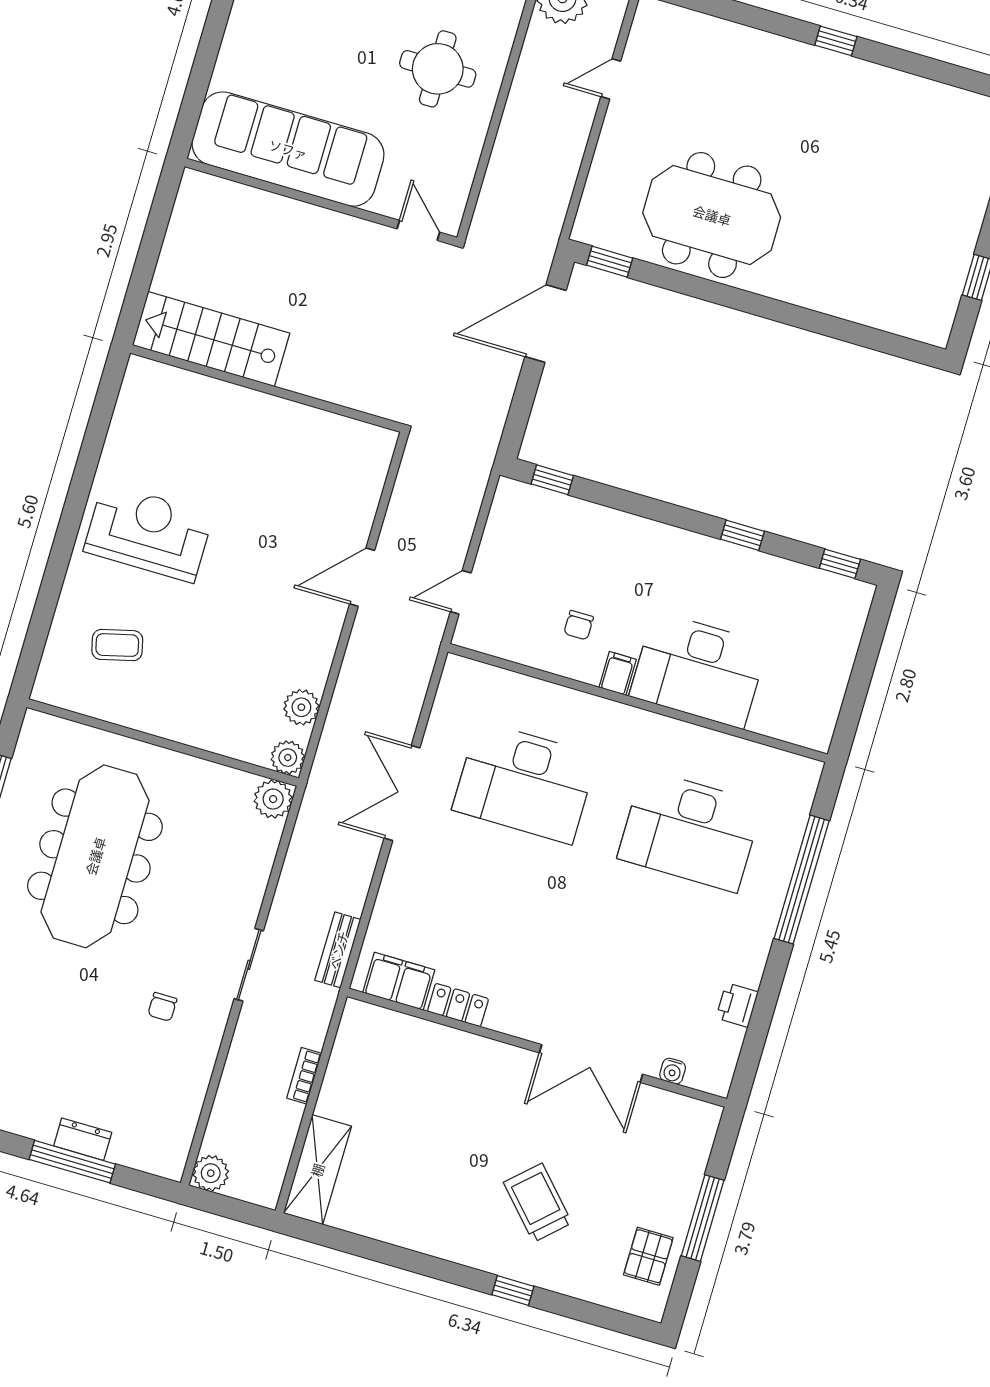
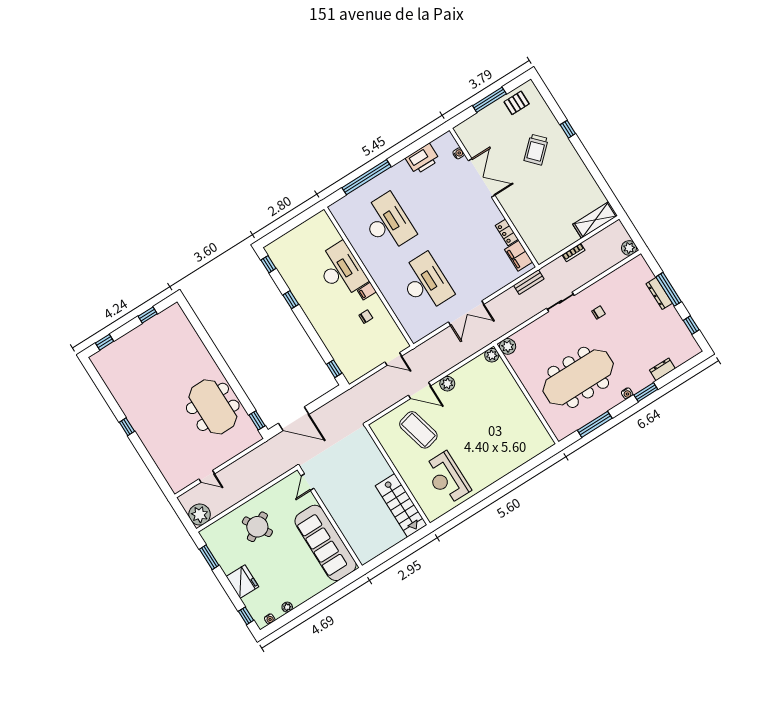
round table: (438, 69) -> (257, 527), turned -30
reception desk: (148, 533) -> (447, 478), moved
coffee table: (117, 645) -> (418, 430), moved, width x1.86, depth x1.72
plant: (301, 707) -> (447, 384), moved
printer: (737, 1005) -> (422, 159), width x1.87, depth x1.48
dresser: (83, 1139) -> (659, 293), width x1.44

